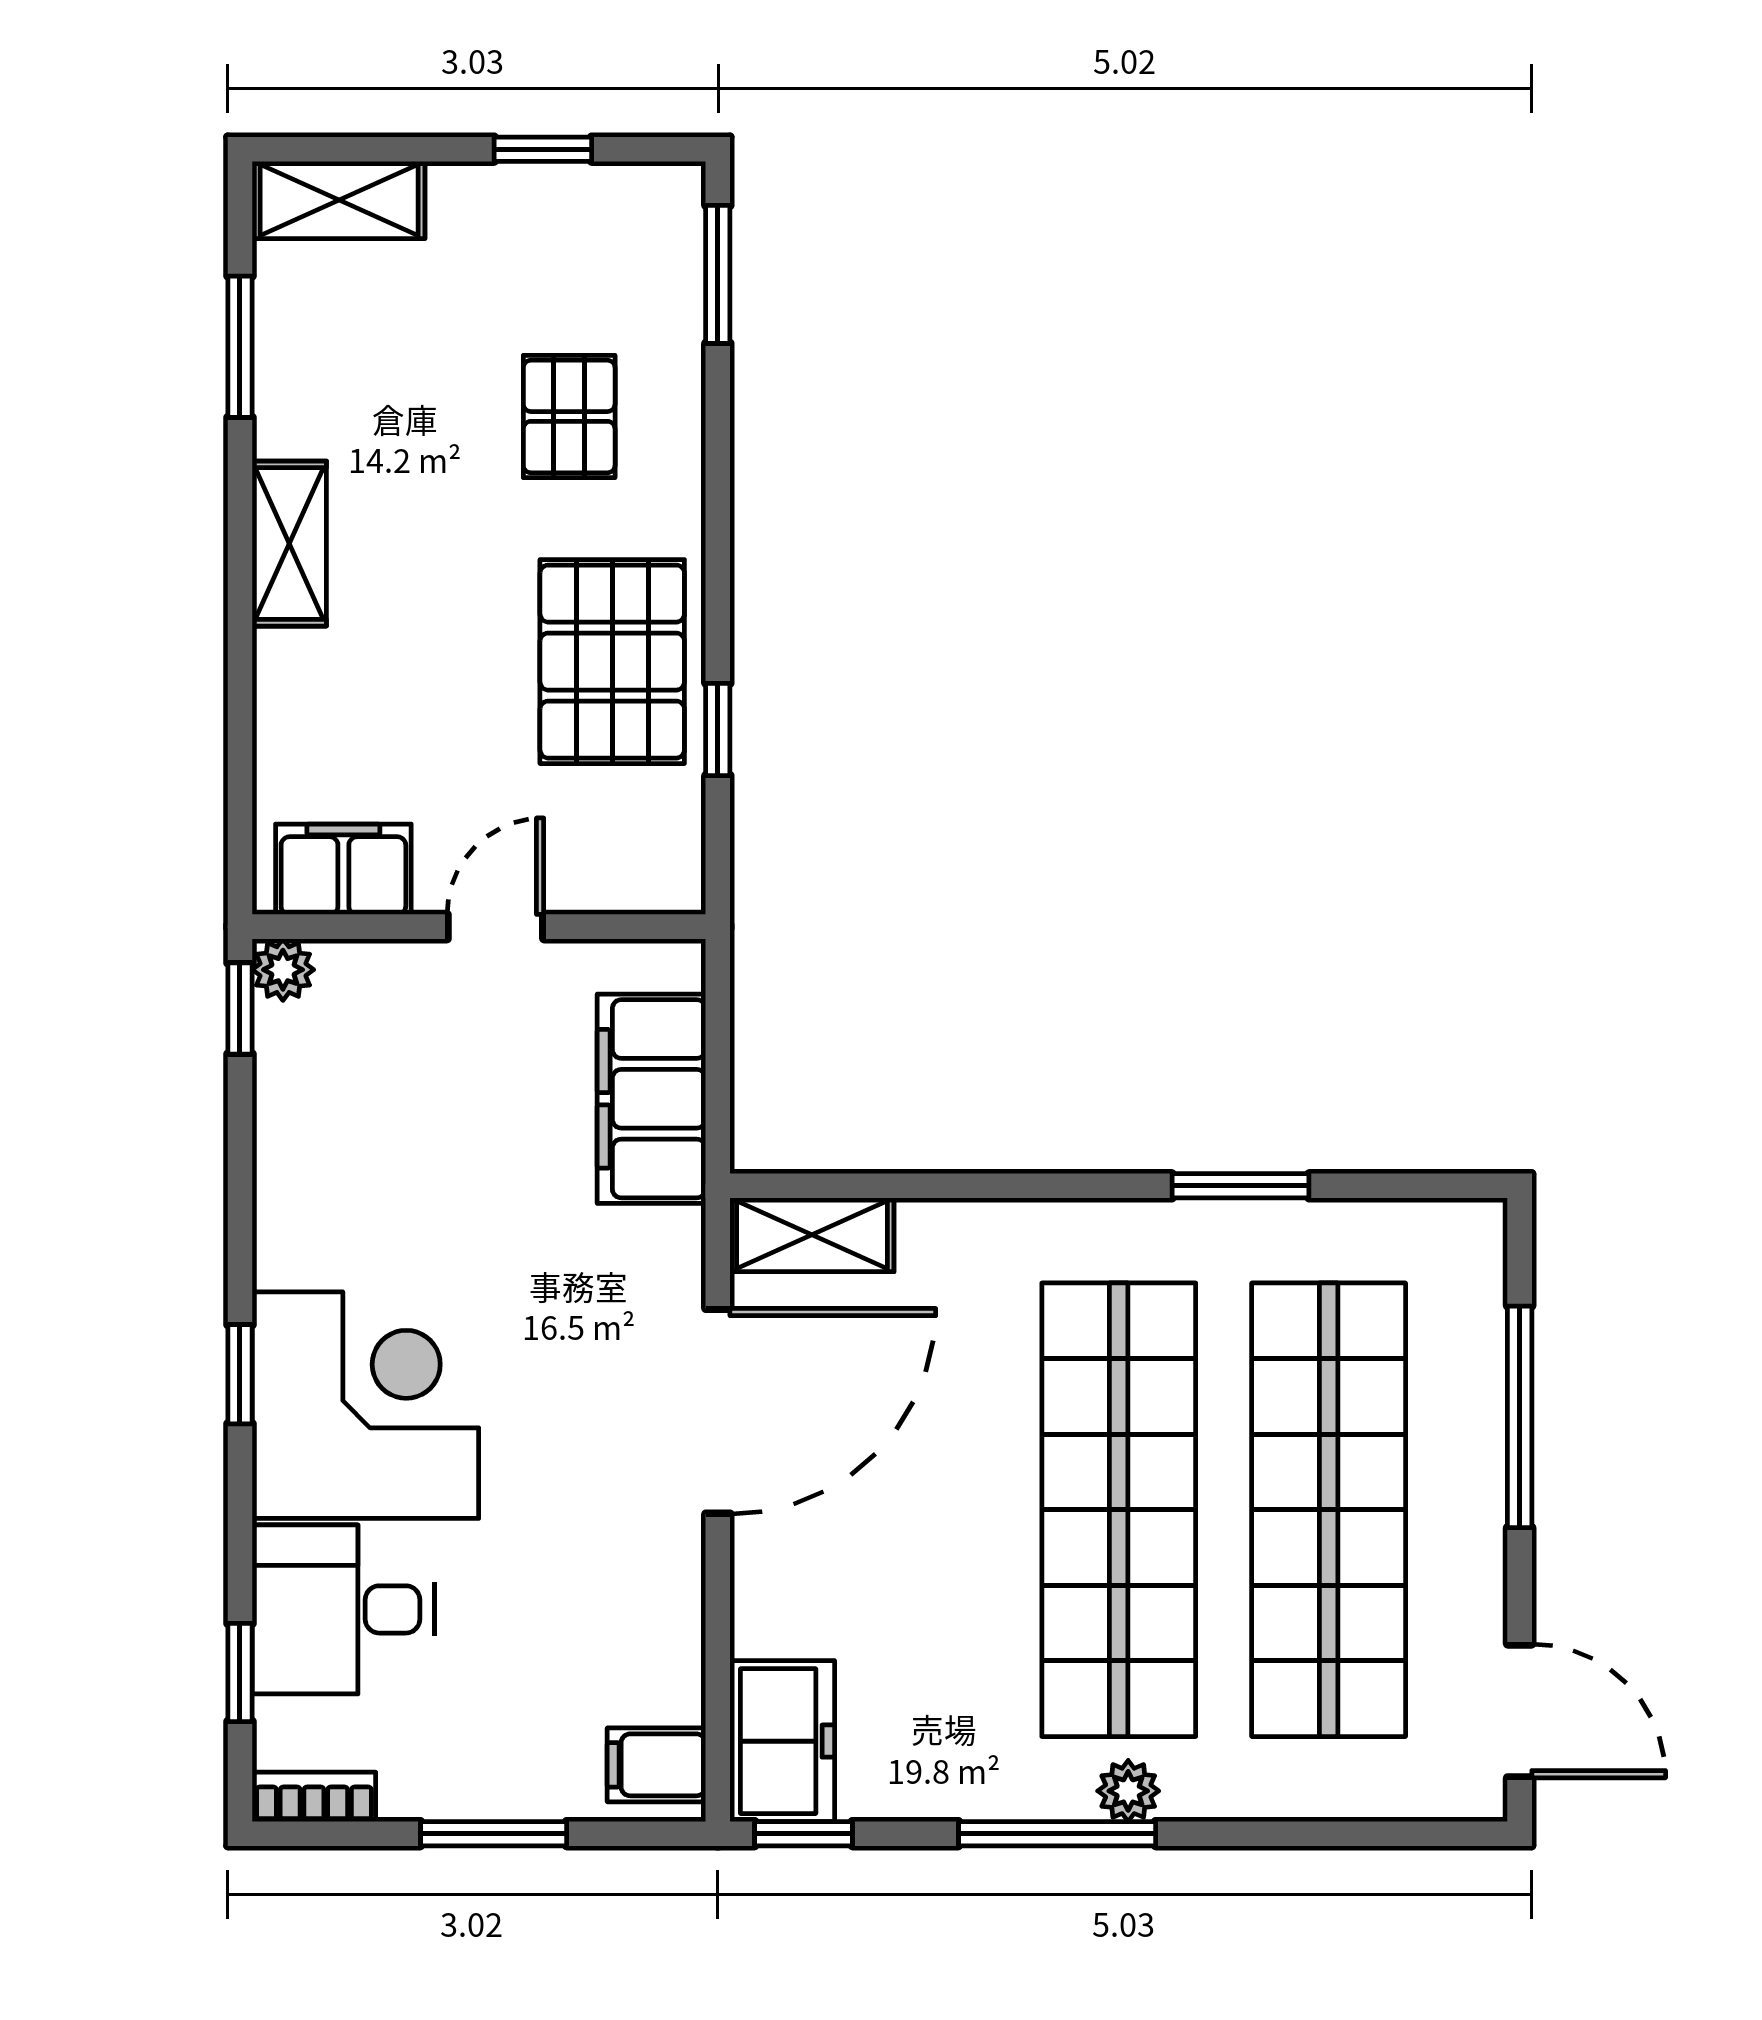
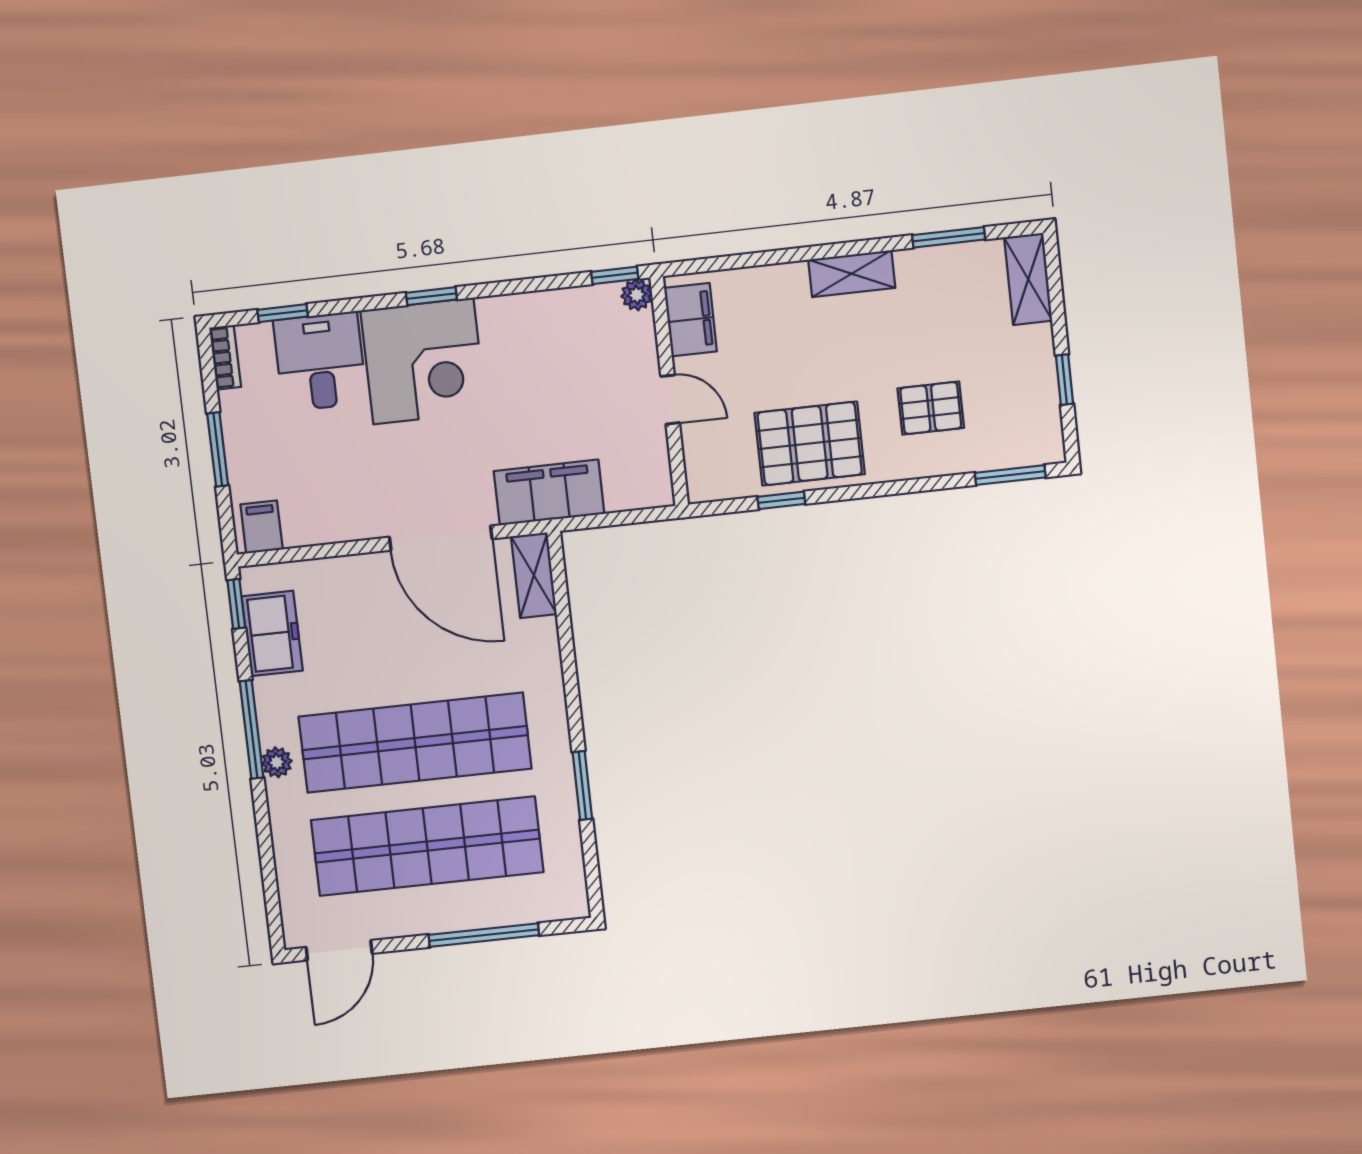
filing cabinet: (651, 1099) -> (549, 492), moved
freezer: (782, 1741) -> (272, 633), moved, turned -90

